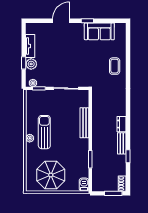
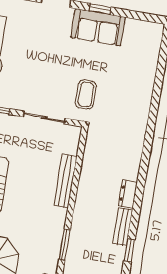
sofa: (99, 31) -> (98, 27), moved
coffee table: (115, 66) -> (86, 94), moved

